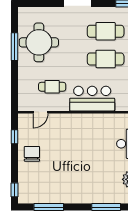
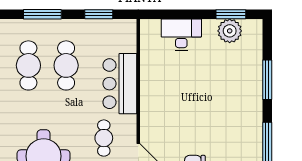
window: (106, 207) -> (267, 80), moved

